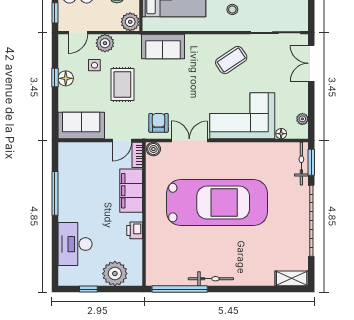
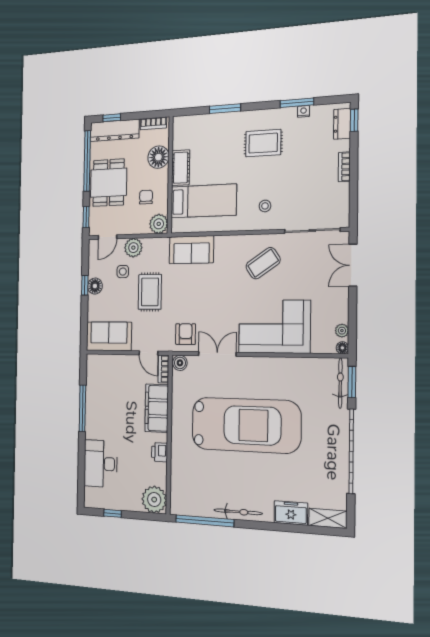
floor lamp: (281, 134) -> (342, 348), moved
door: (122, 140) -> (148, 353), hinge flipped
plant: (115, 274) -> (154, 500), moved
freezer: (259, 276) -> (291, 513), added

